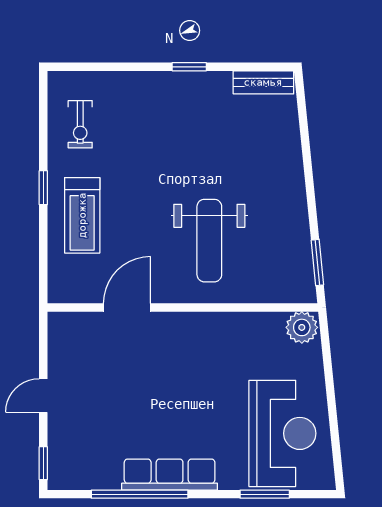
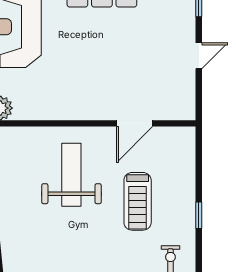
treadmill: (82, 215) -> (138, 201), moved, turned 180

